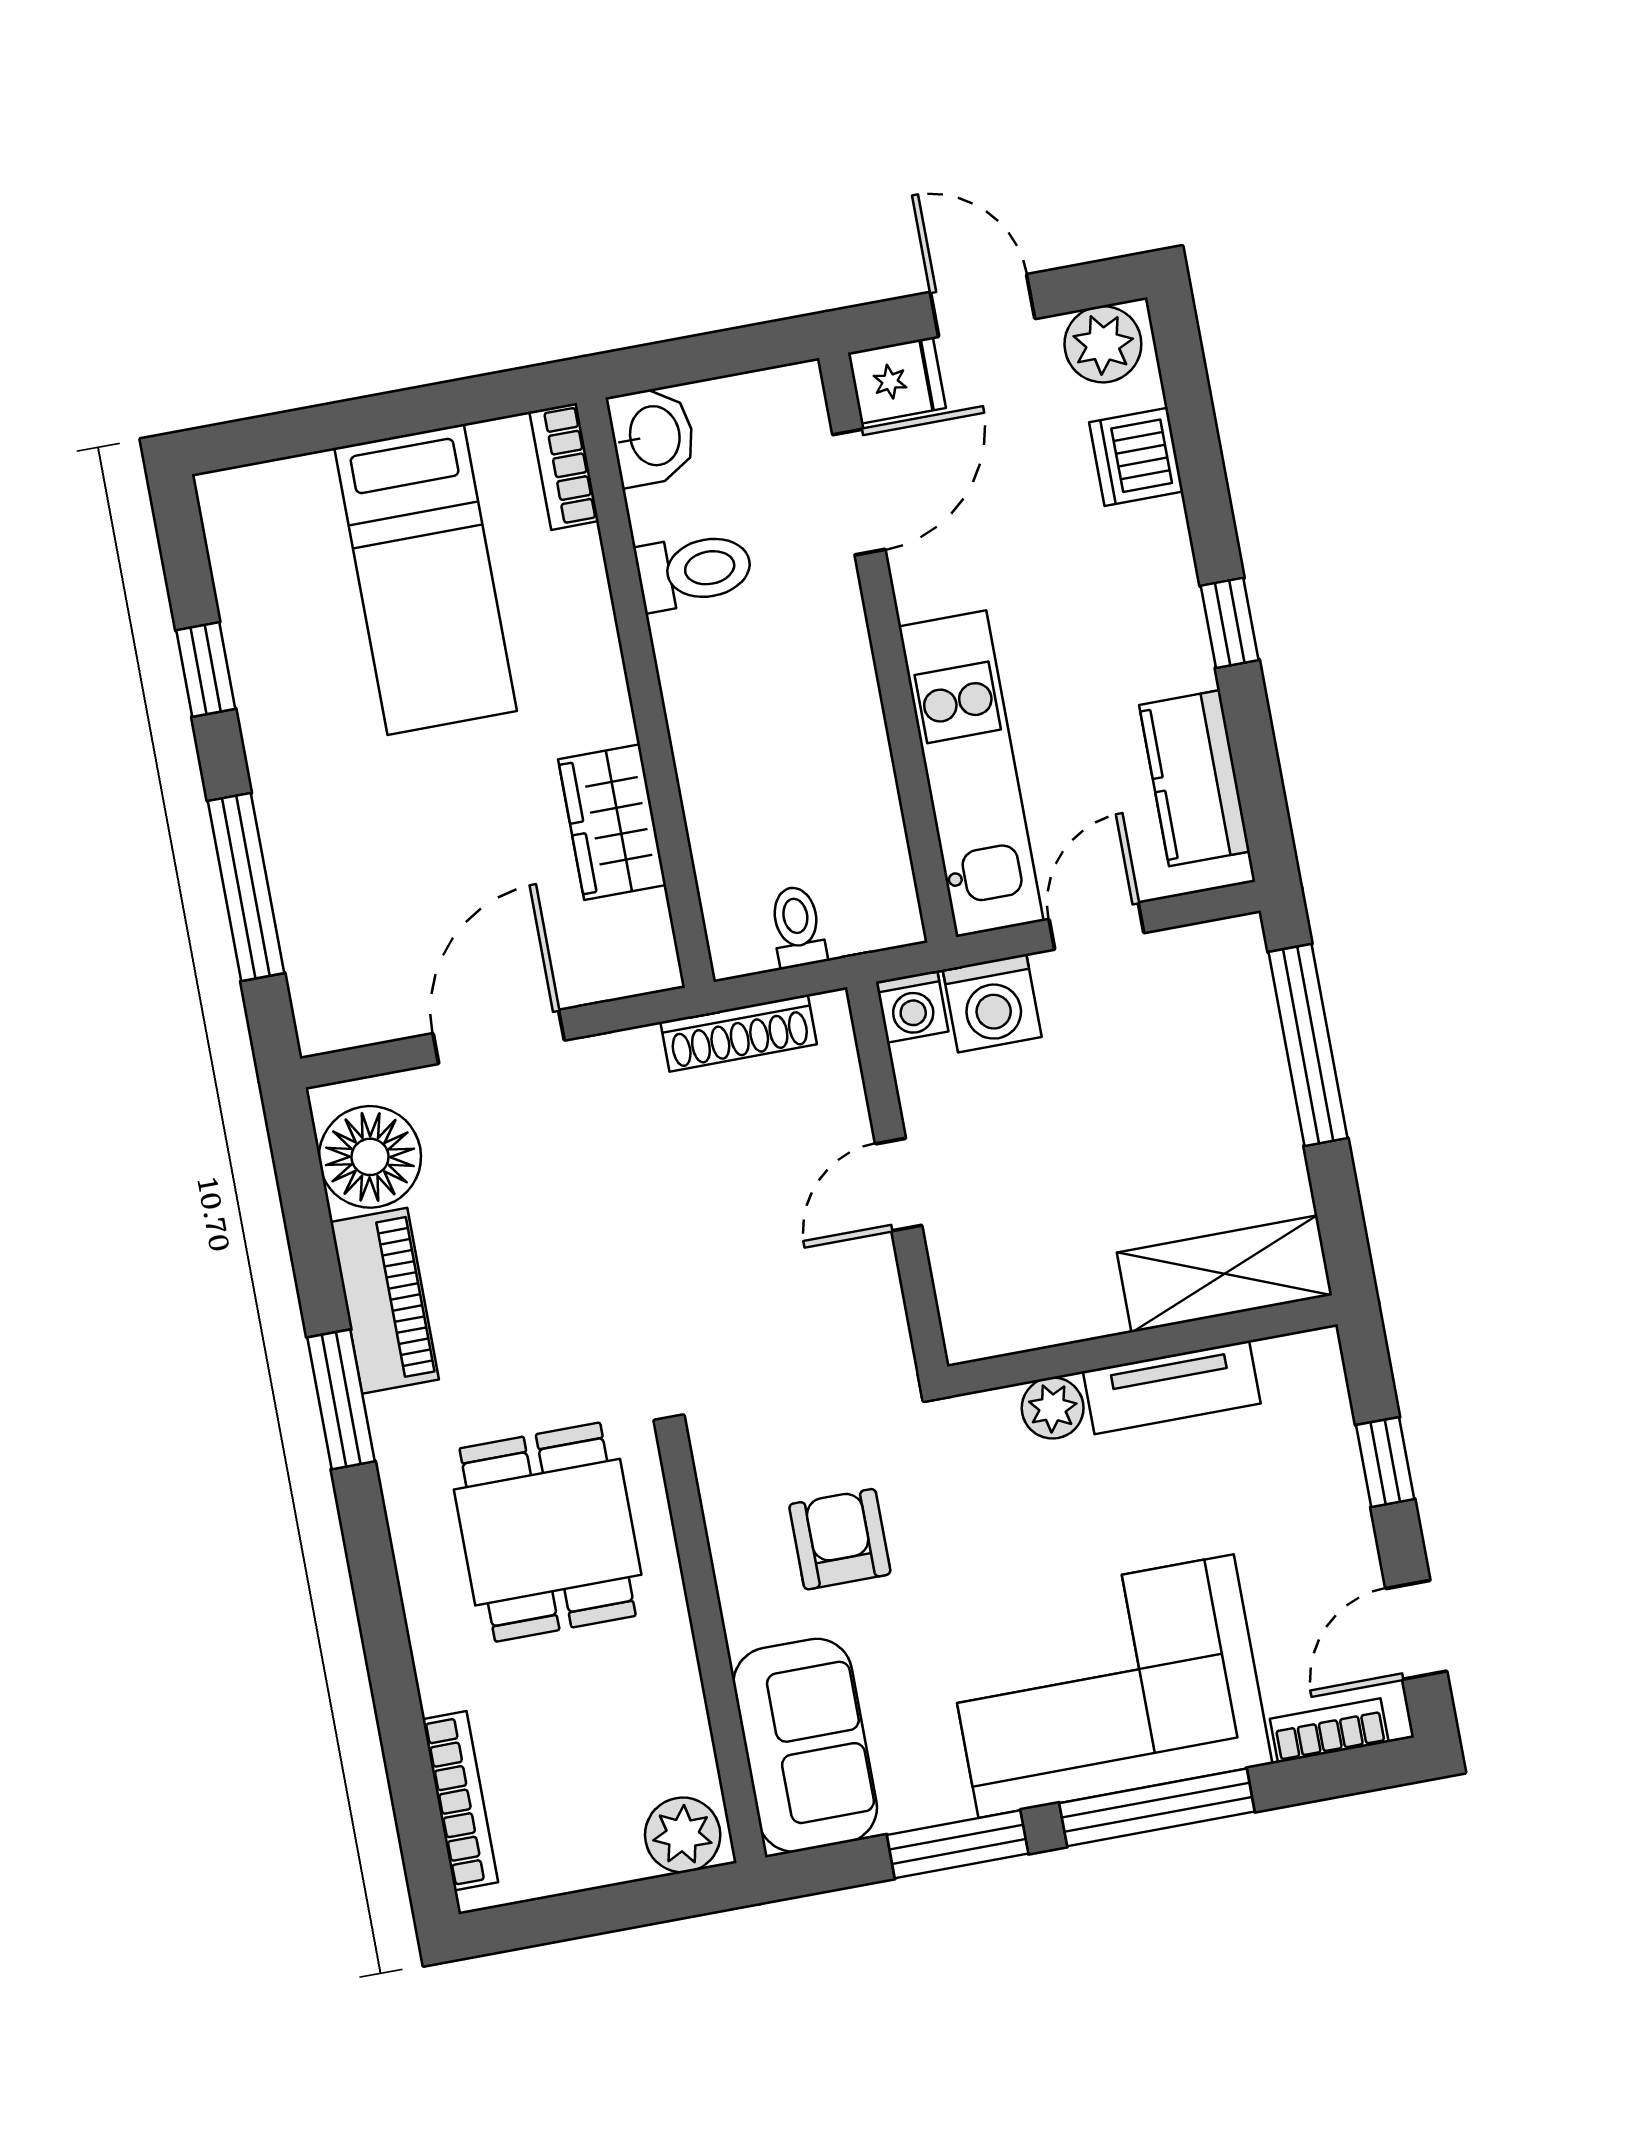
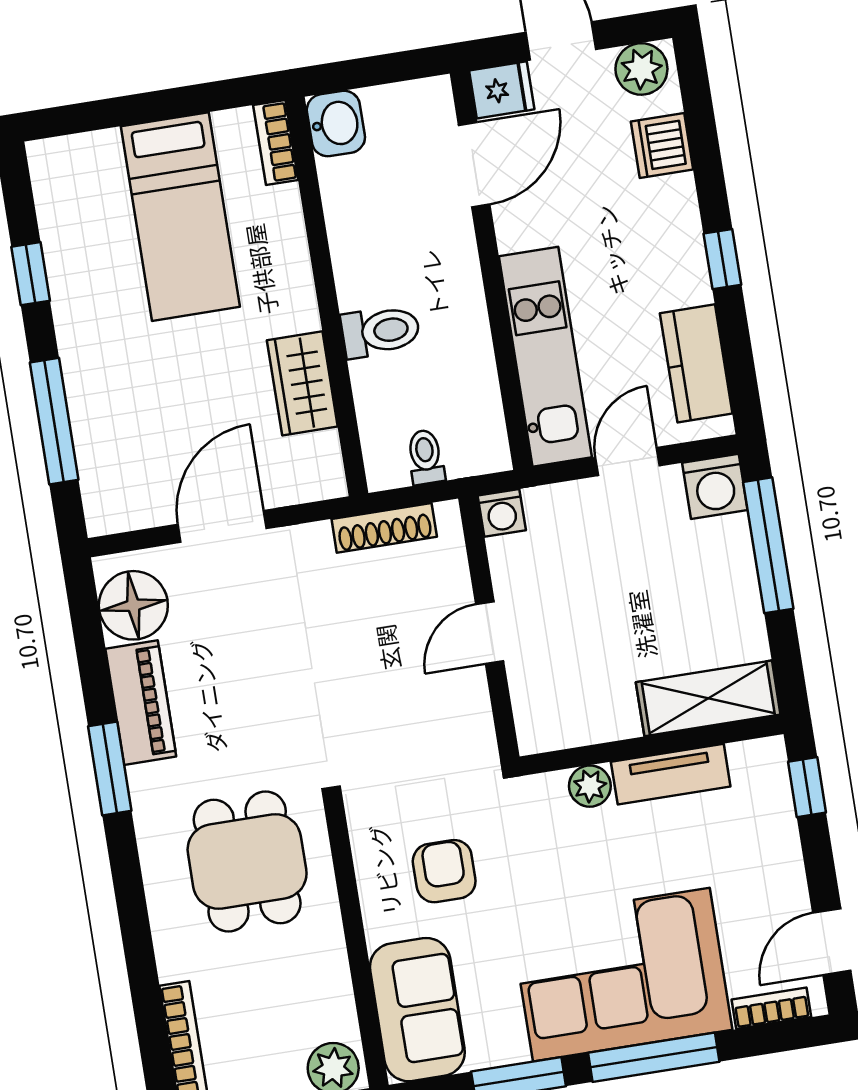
toilet: (694, 571) -> (381, 331), moved
washing machine: (992, 1003) -> (715, 486), moved
window: (1385, 1462) -> (807, 787), moved

